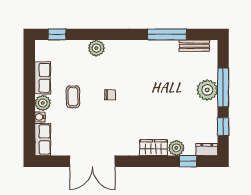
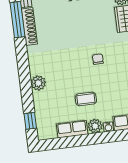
shoe rack: (158, 46) -> (29, 26), added
chair: (110, 95) -> (98, 59), moved

